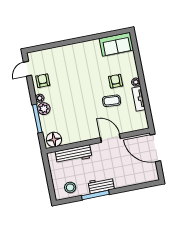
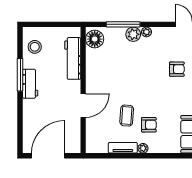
armchair: (43, 81) -> (177, 69), moved
door: (155, 148) -> (48, 156), moved

